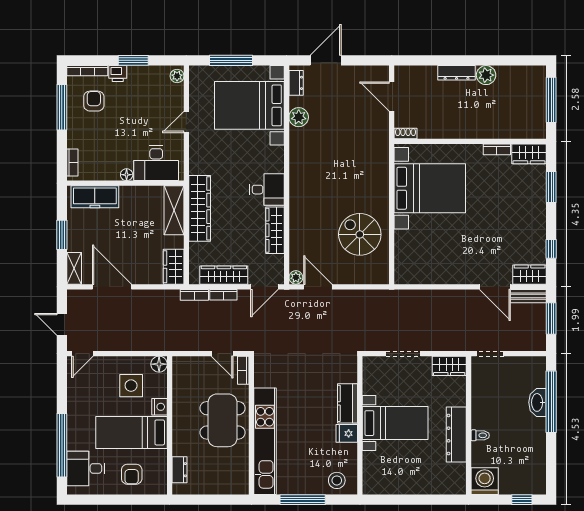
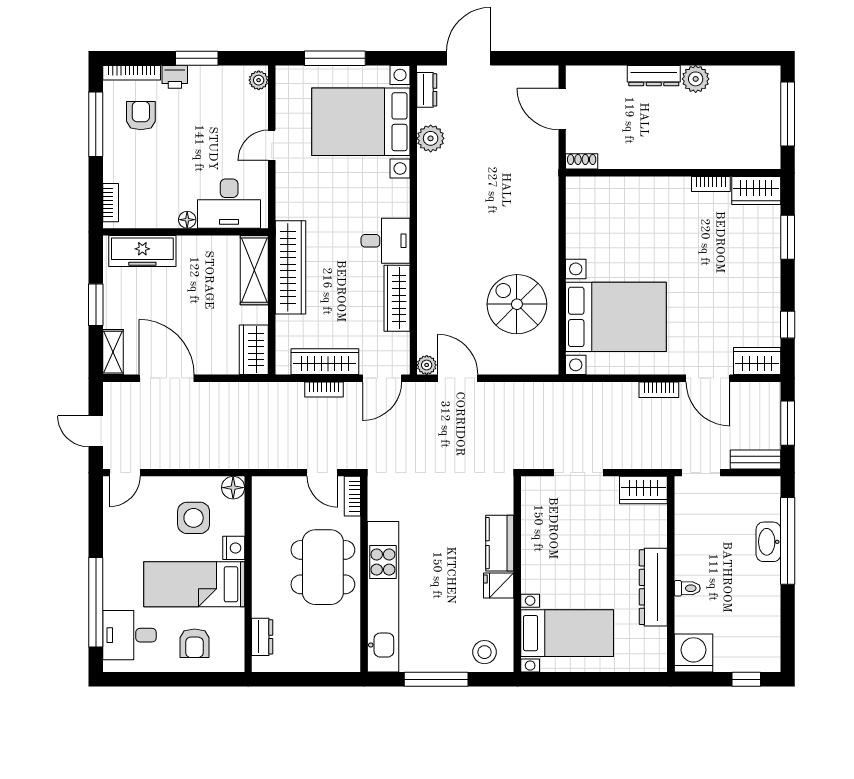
bed with nightstands: (430, 188) -> (616, 317), moved
bookcase: (194, 295) -> (659, 390), moved
bench: (528, 296) -> (755, 460), moved
bed with nightstands: (395, 423) -> (567, 633), moved

